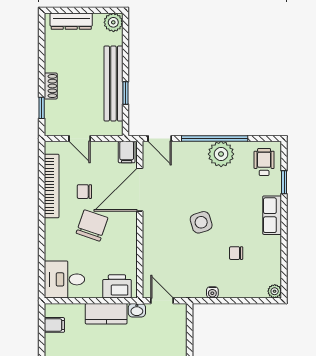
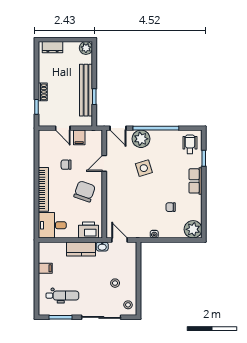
dresser: (71, 21) -> (53, 47), width x0.70
filing cabinet: (127, 152) -> (79, 137), moved
plant: (221, 154) -> (141, 139), moved
bookcase: (52, 186) -> (43, 189), moved
door: (140, 190) -> (104, 163), width x0.53
side table: (201, 222) -> (144, 168), moved
chair: (92, 225) -> (85, 191), moved
plant: (275, 291) -> (193, 229), width x1.88, depth x1.88
filing cabinet: (54, 325) -> (45, 268), moved

